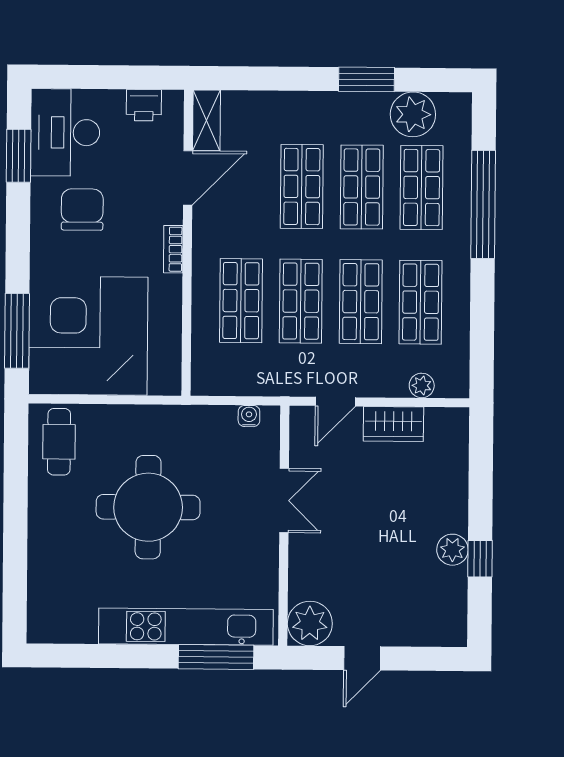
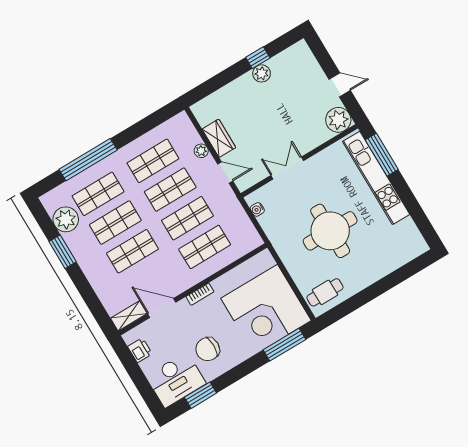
plant: (422, 385) -> (201, 151), moved

